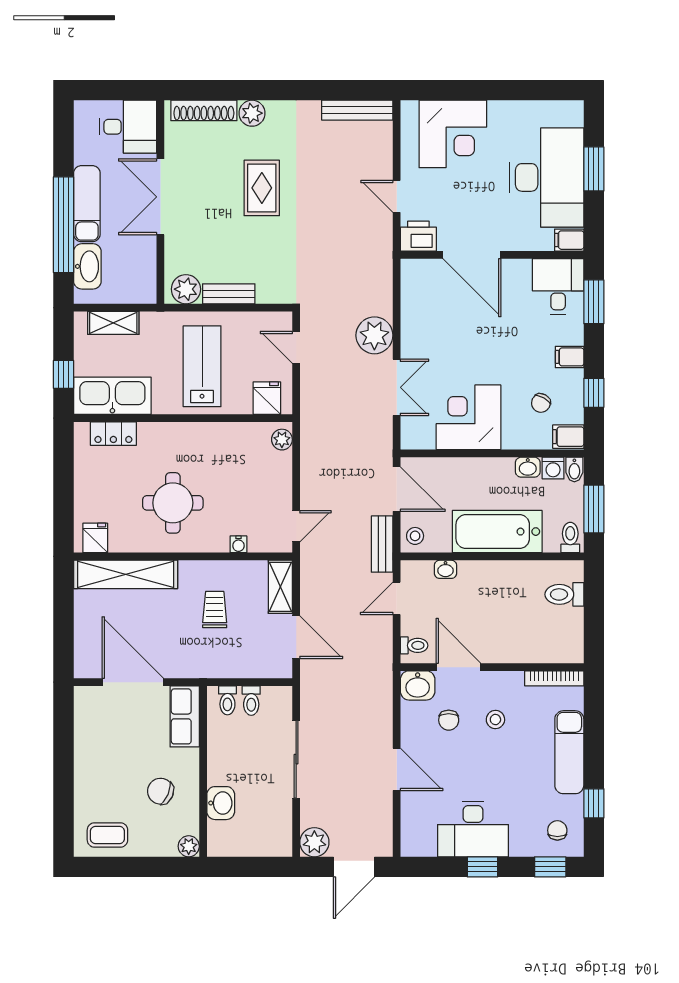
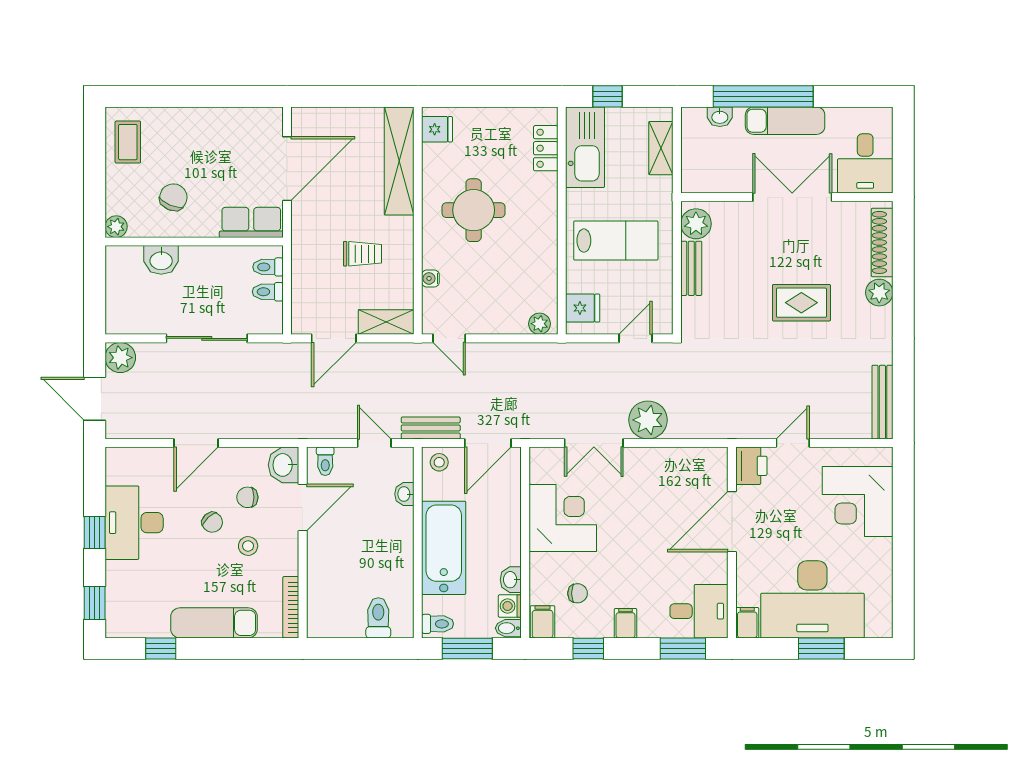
washbasin: (87, 266) -> (720, 117), width x0.52, depth x0.69
chair: (541, 403) -> (578, 593), turned 151
chair: (557, 830) -> (212, 522), moved, turned 47

